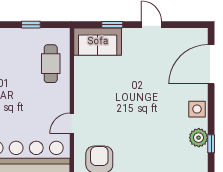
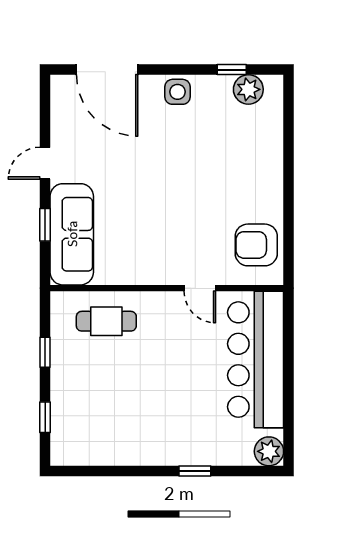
sofa: (98, 42) -> (72, 234), width x1.36
plant: (199, 138) -> (248, 89), moved

